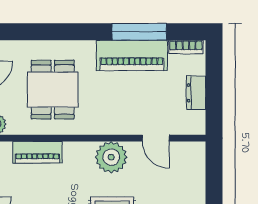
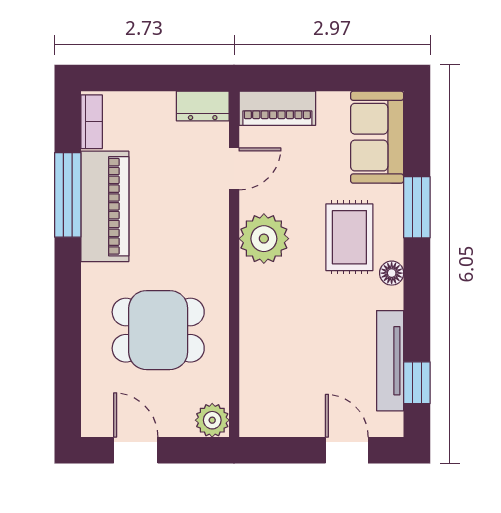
dresser: (196, 93) -> (203, 106), moved
piano: (37, 152) -> (277, 108), moved, turned 90

